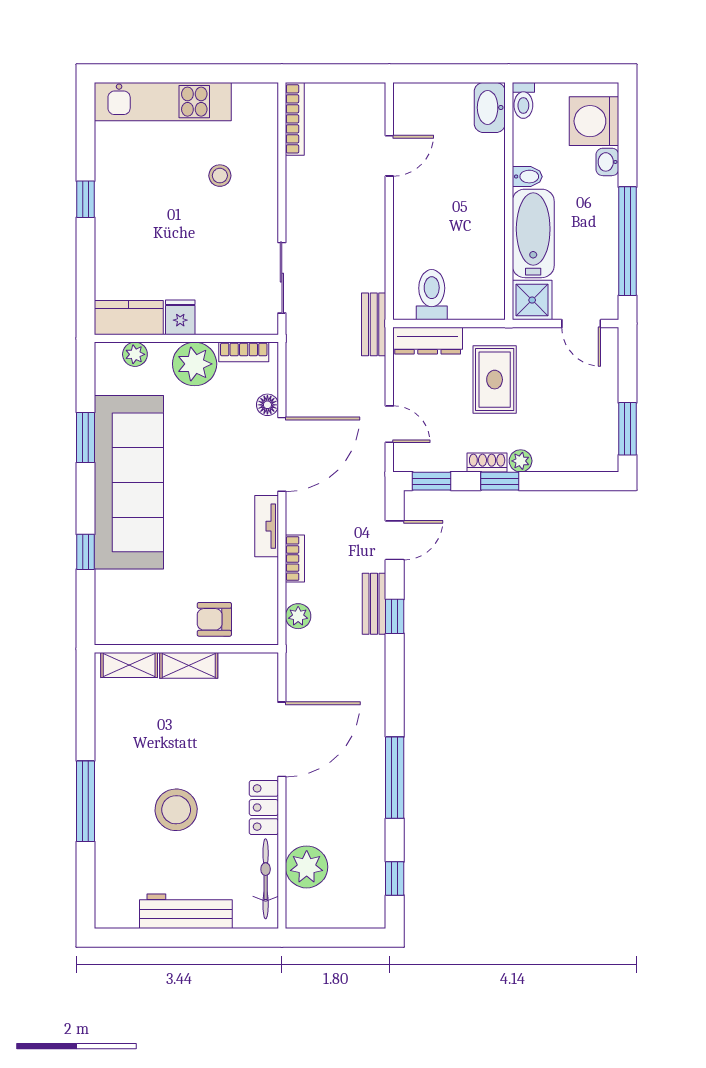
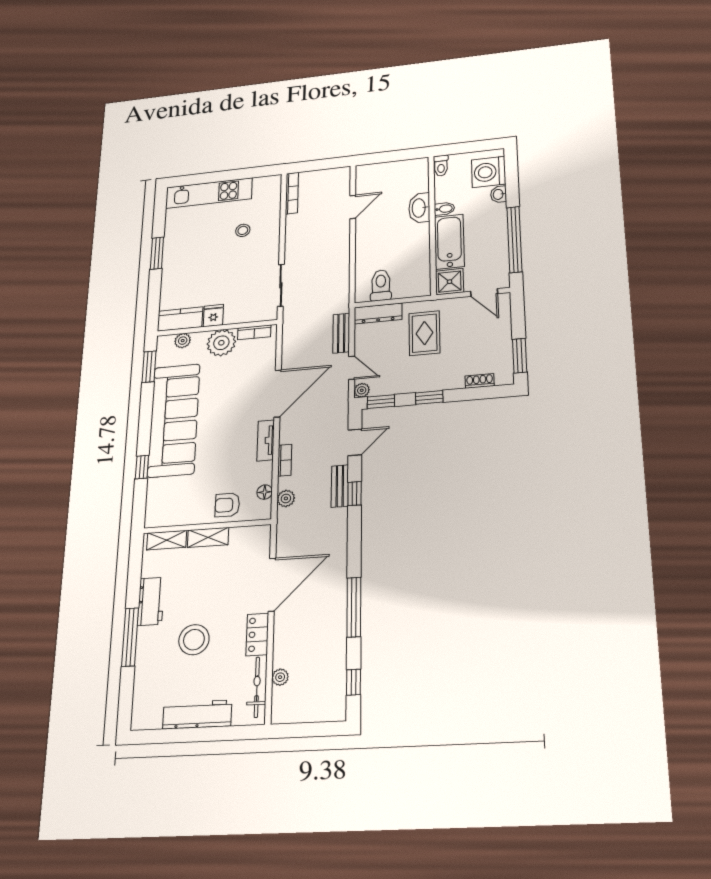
washbasin: (490, 108) -> (419, 208), moved
window: (86, 199) -> (157, 253), width x1.50
bench: (374, 324) -> (341, 333), moved
floor lamp: (267, 405) -> (265, 492), moved
window: (86, 438) -> (149, 367), moved
plant: (521, 461) -> (362, 390), moved
shoe rack: (487, 462) -> (480, 381), moved
workbench: (112, 752) -> (151, 601), added
plant: (307, 867) -> (280, 677), width x0.53, depth x0.53

